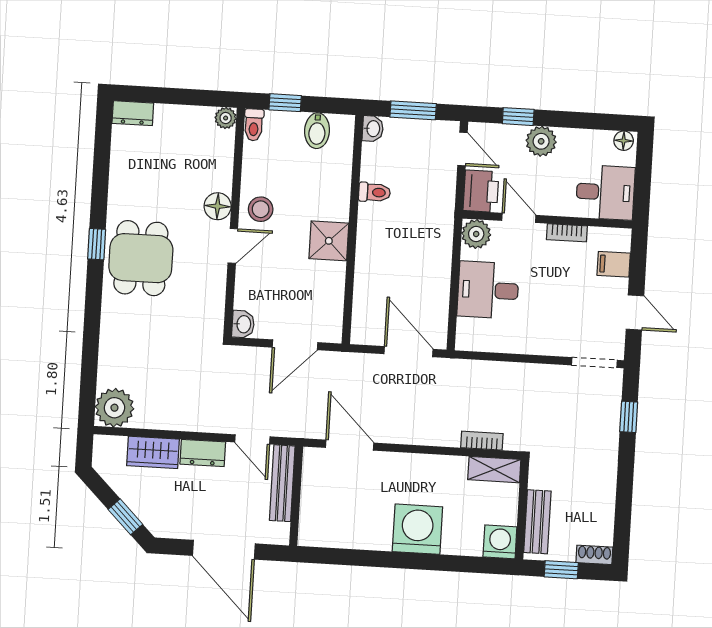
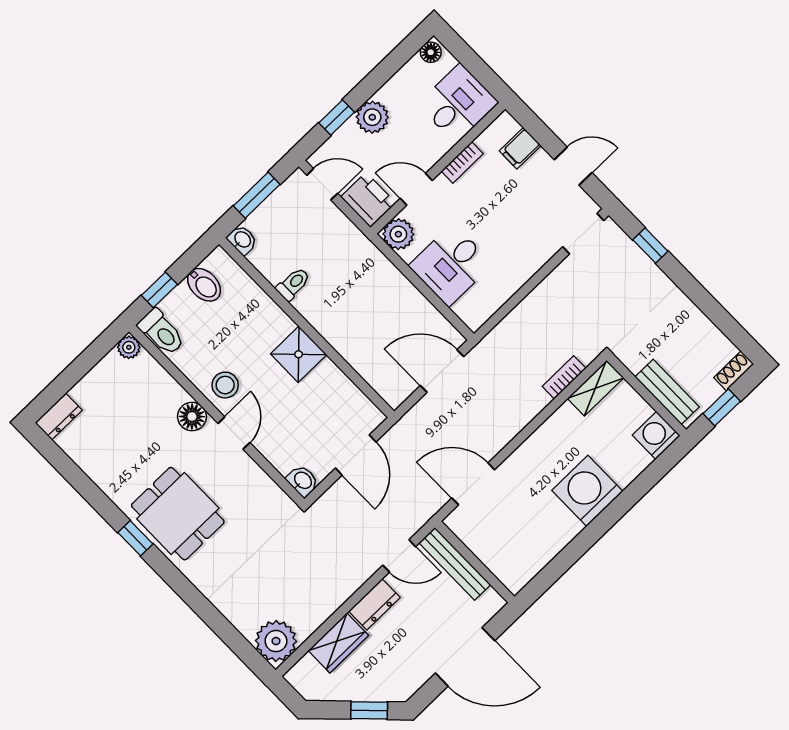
toilet: (254, 125) -> (161, 332), width x1.37, depth x1.39

